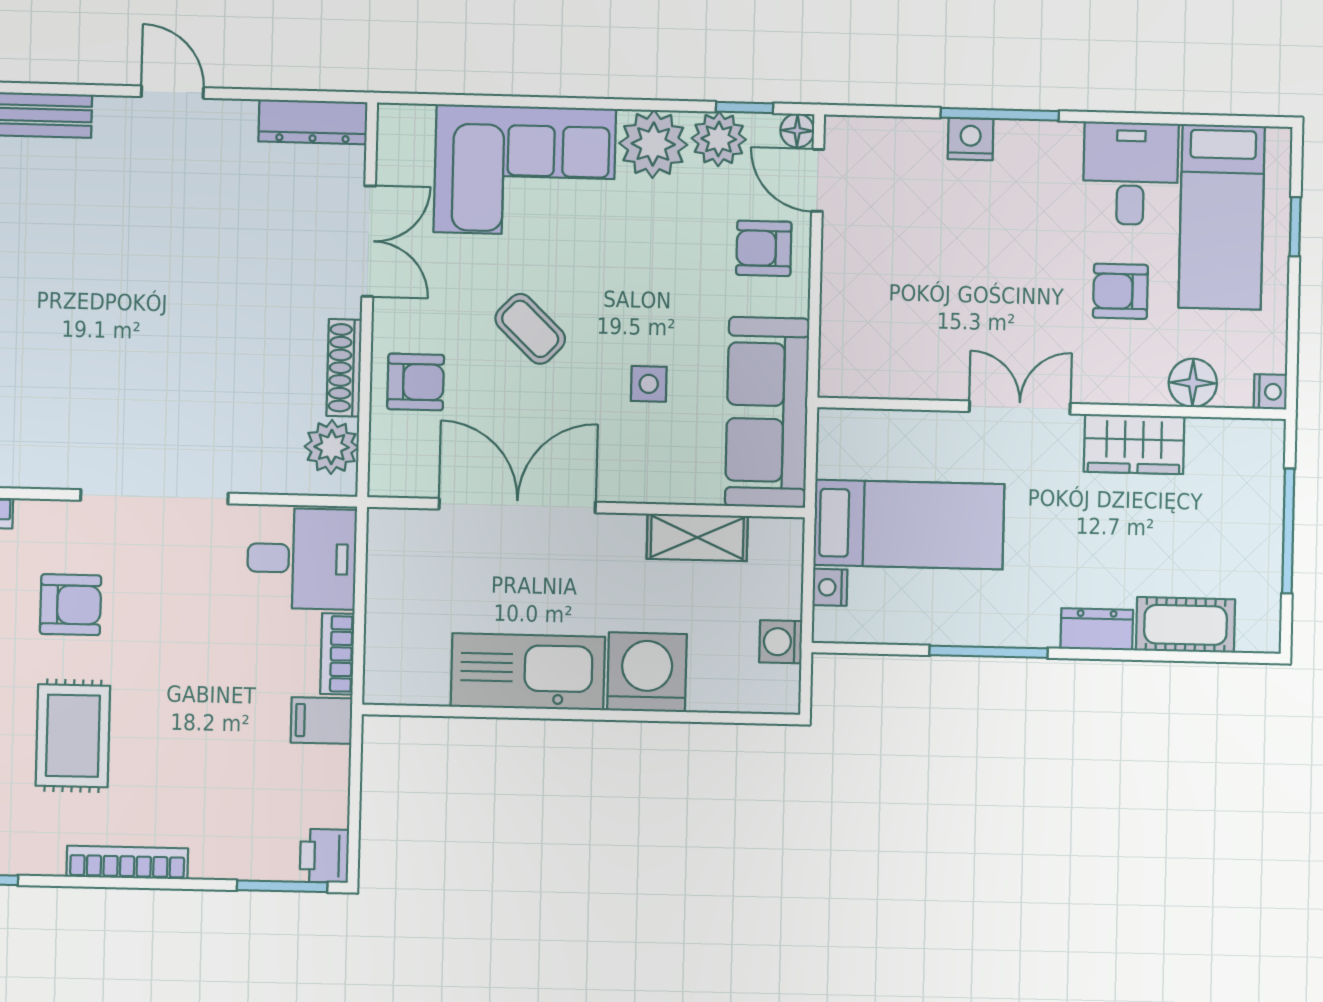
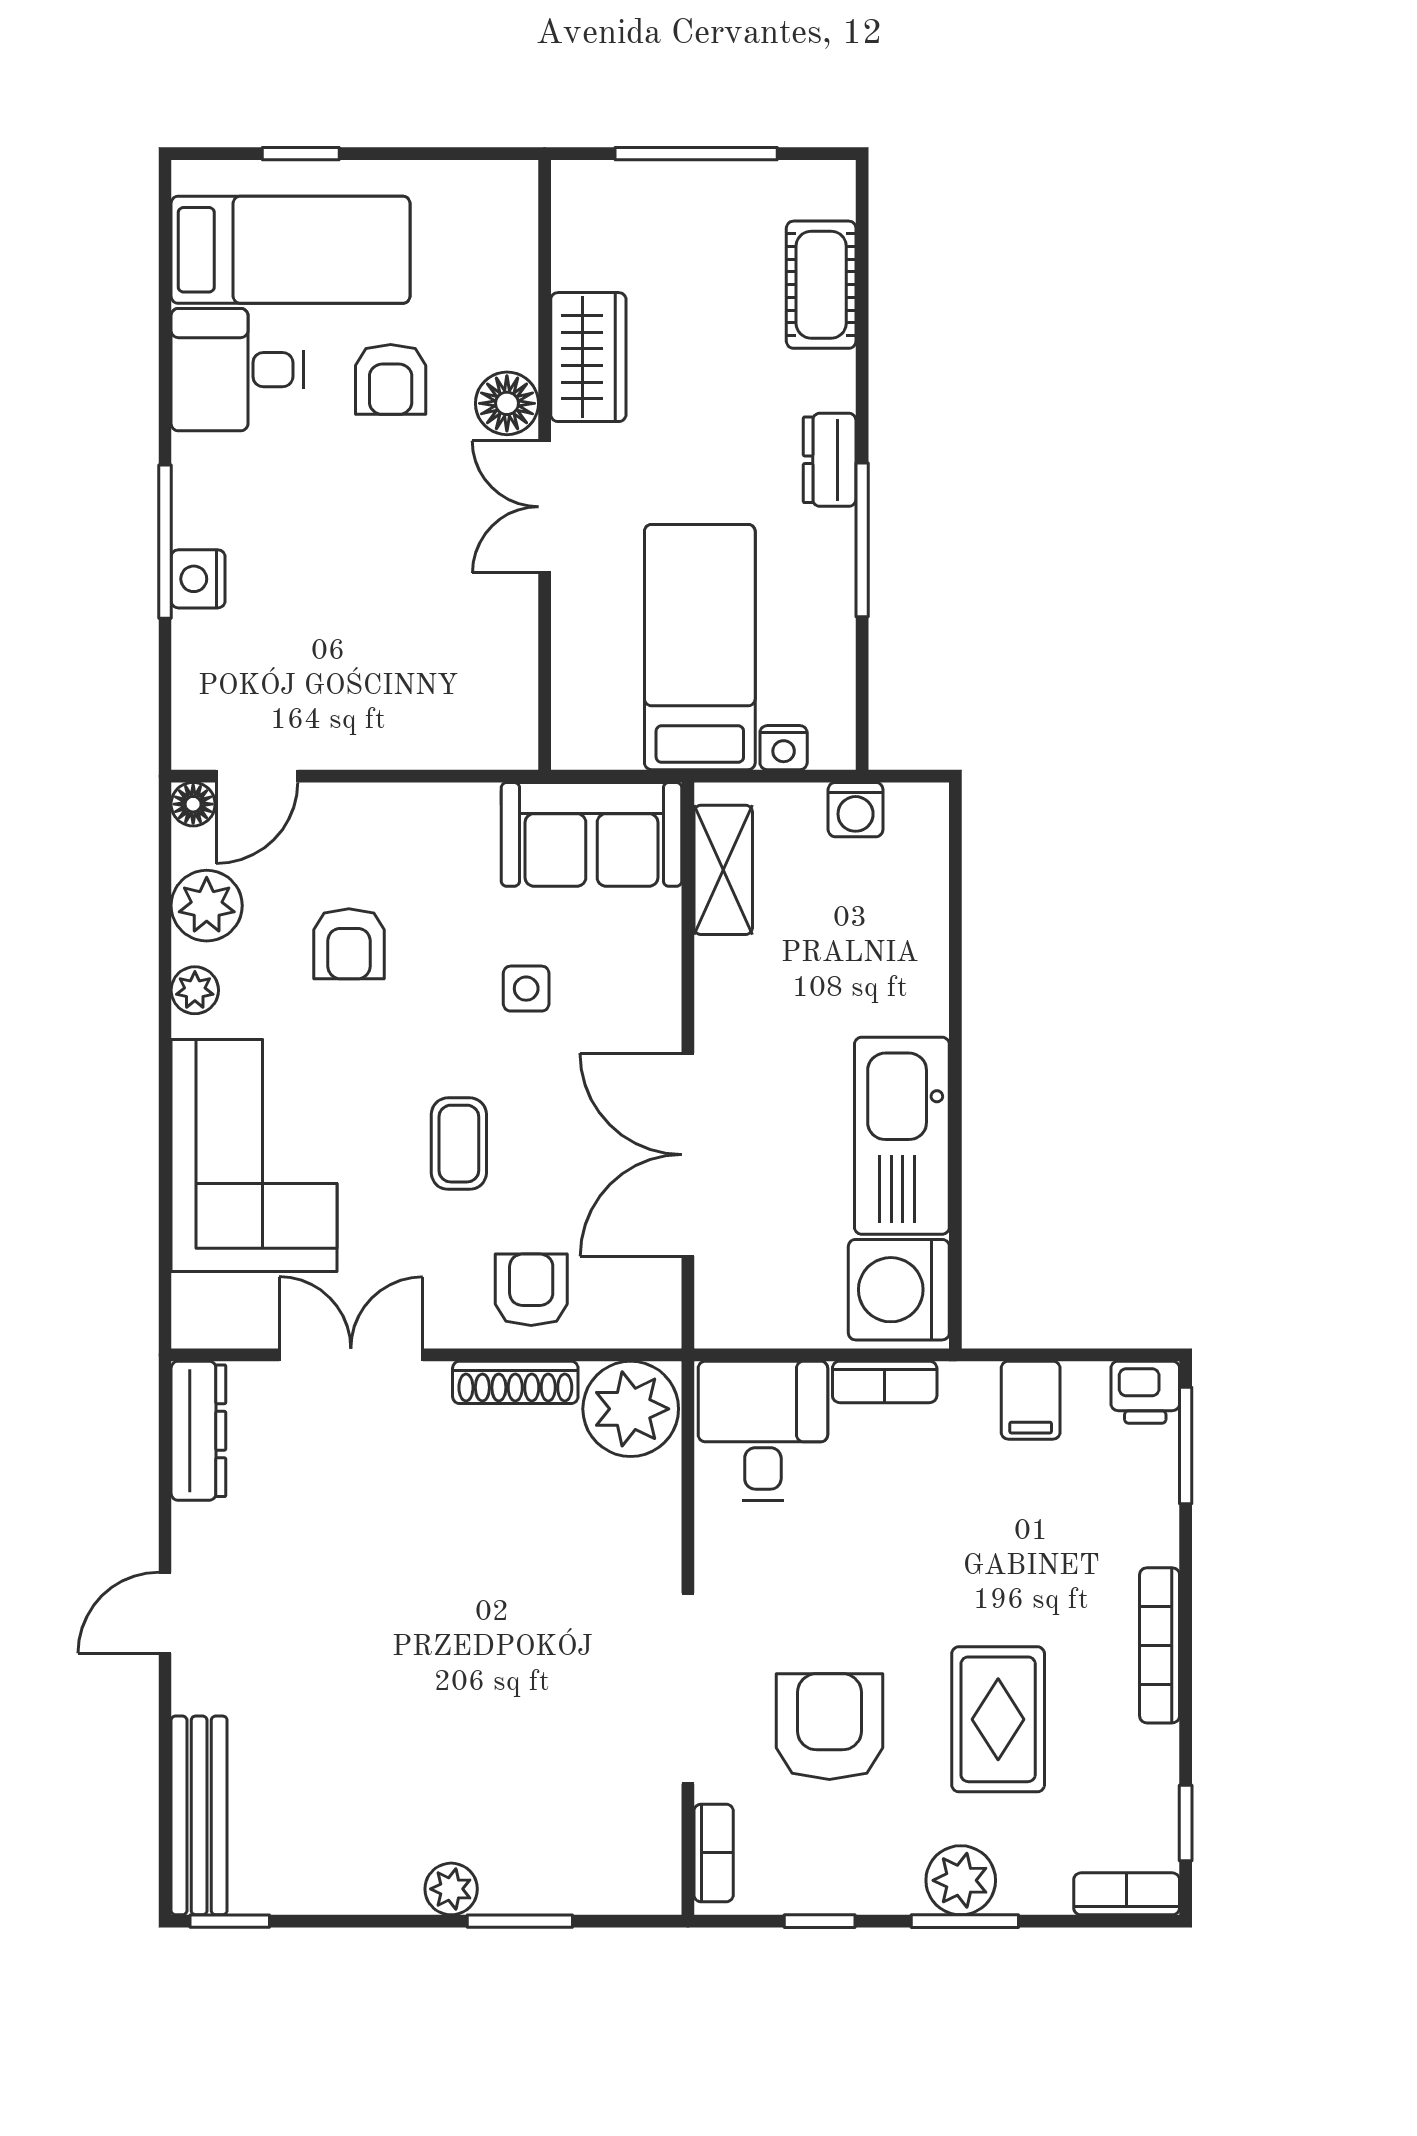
window: (745, 107) -> (165, 873), removed
plant: (653, 144) -> (195, 990), width x0.53, depth x0.53
armchair: (764, 248) -> (349, 944), moved
coffee table: (530, 329) -> (459, 1144), turned -44
floor lamp: (1193, 383) -> (507, 403), moved
nightstand: (1270, 392) -> (516, 181), removed
sofa: (767, 412) -> (591, 834), width x0.73
plant: (332, 447) -> (631, 1409), width x1.36, depth x1.36
doorway: (154, 497) -> (688, 1689), moved
shelving: (697, 537) -> (723, 870), moved
armchair: (71, 605) -> (829, 1727), width x1.38, depth x1.38
dresser: (1097, 629) -> (830, 460), moved
washing machine: (647, 672) -> (899, 1290), moved
filing cabinet: (321, 721) -> (1031, 1400), moved
rug: (73, 736) -> (998, 1719), turned 90

